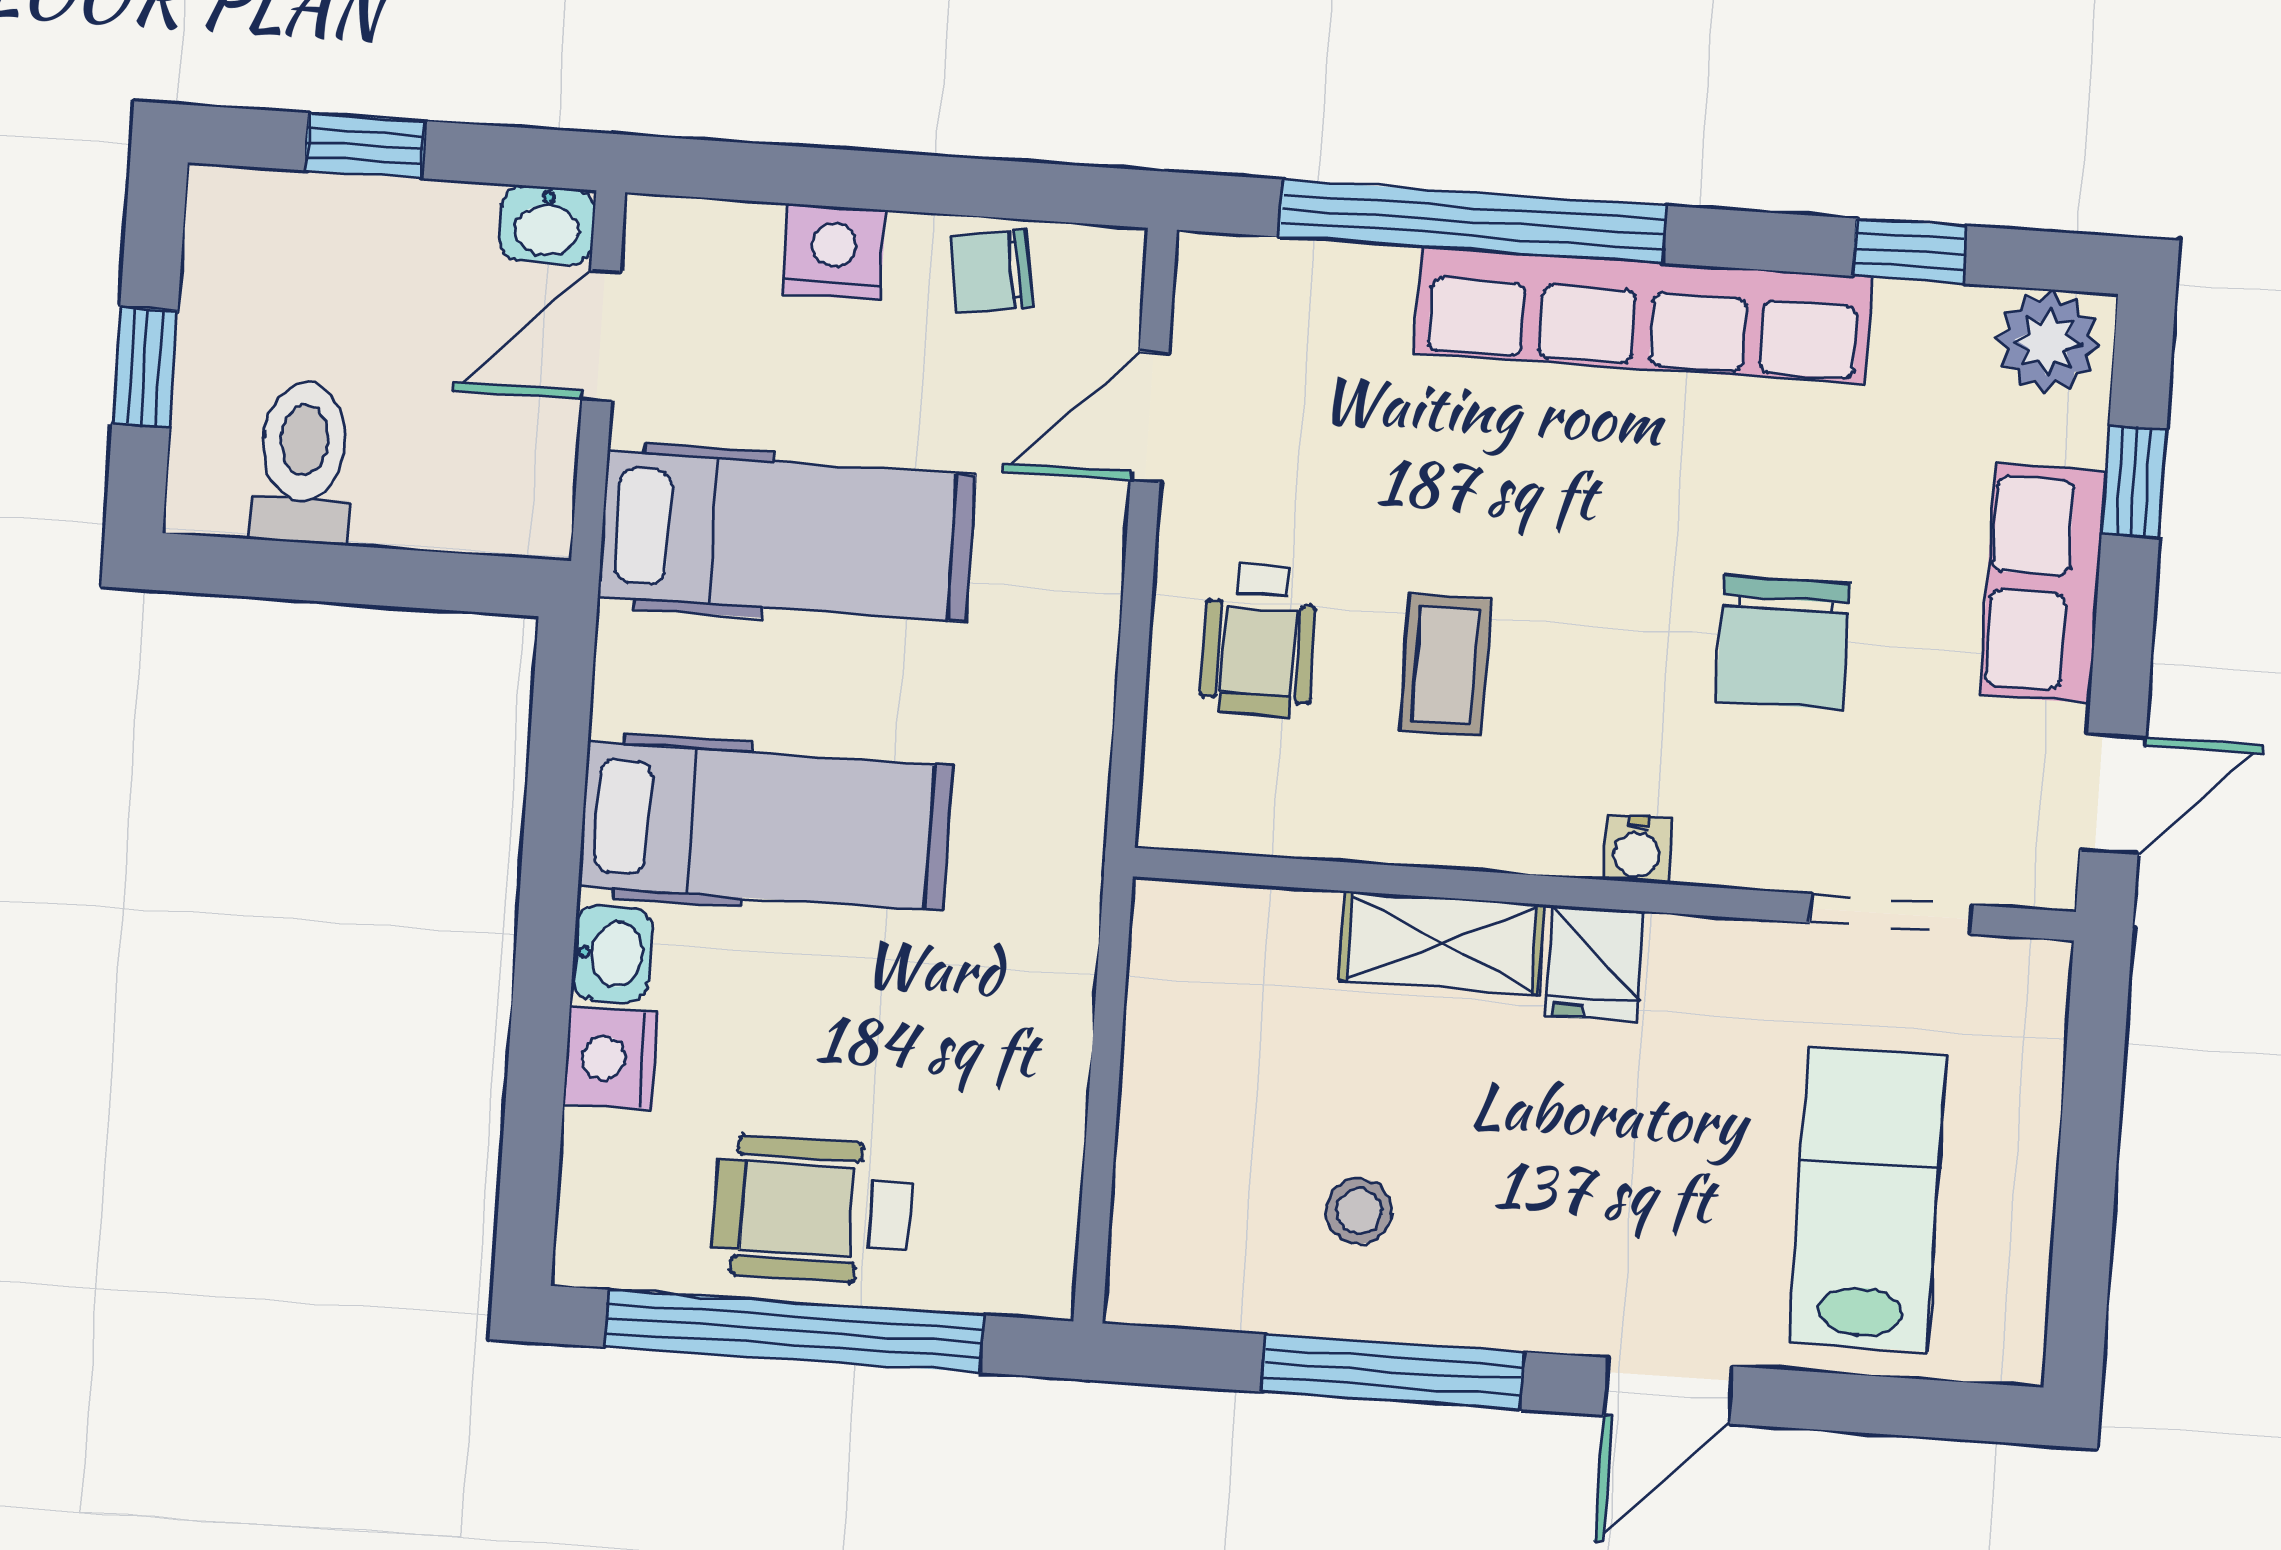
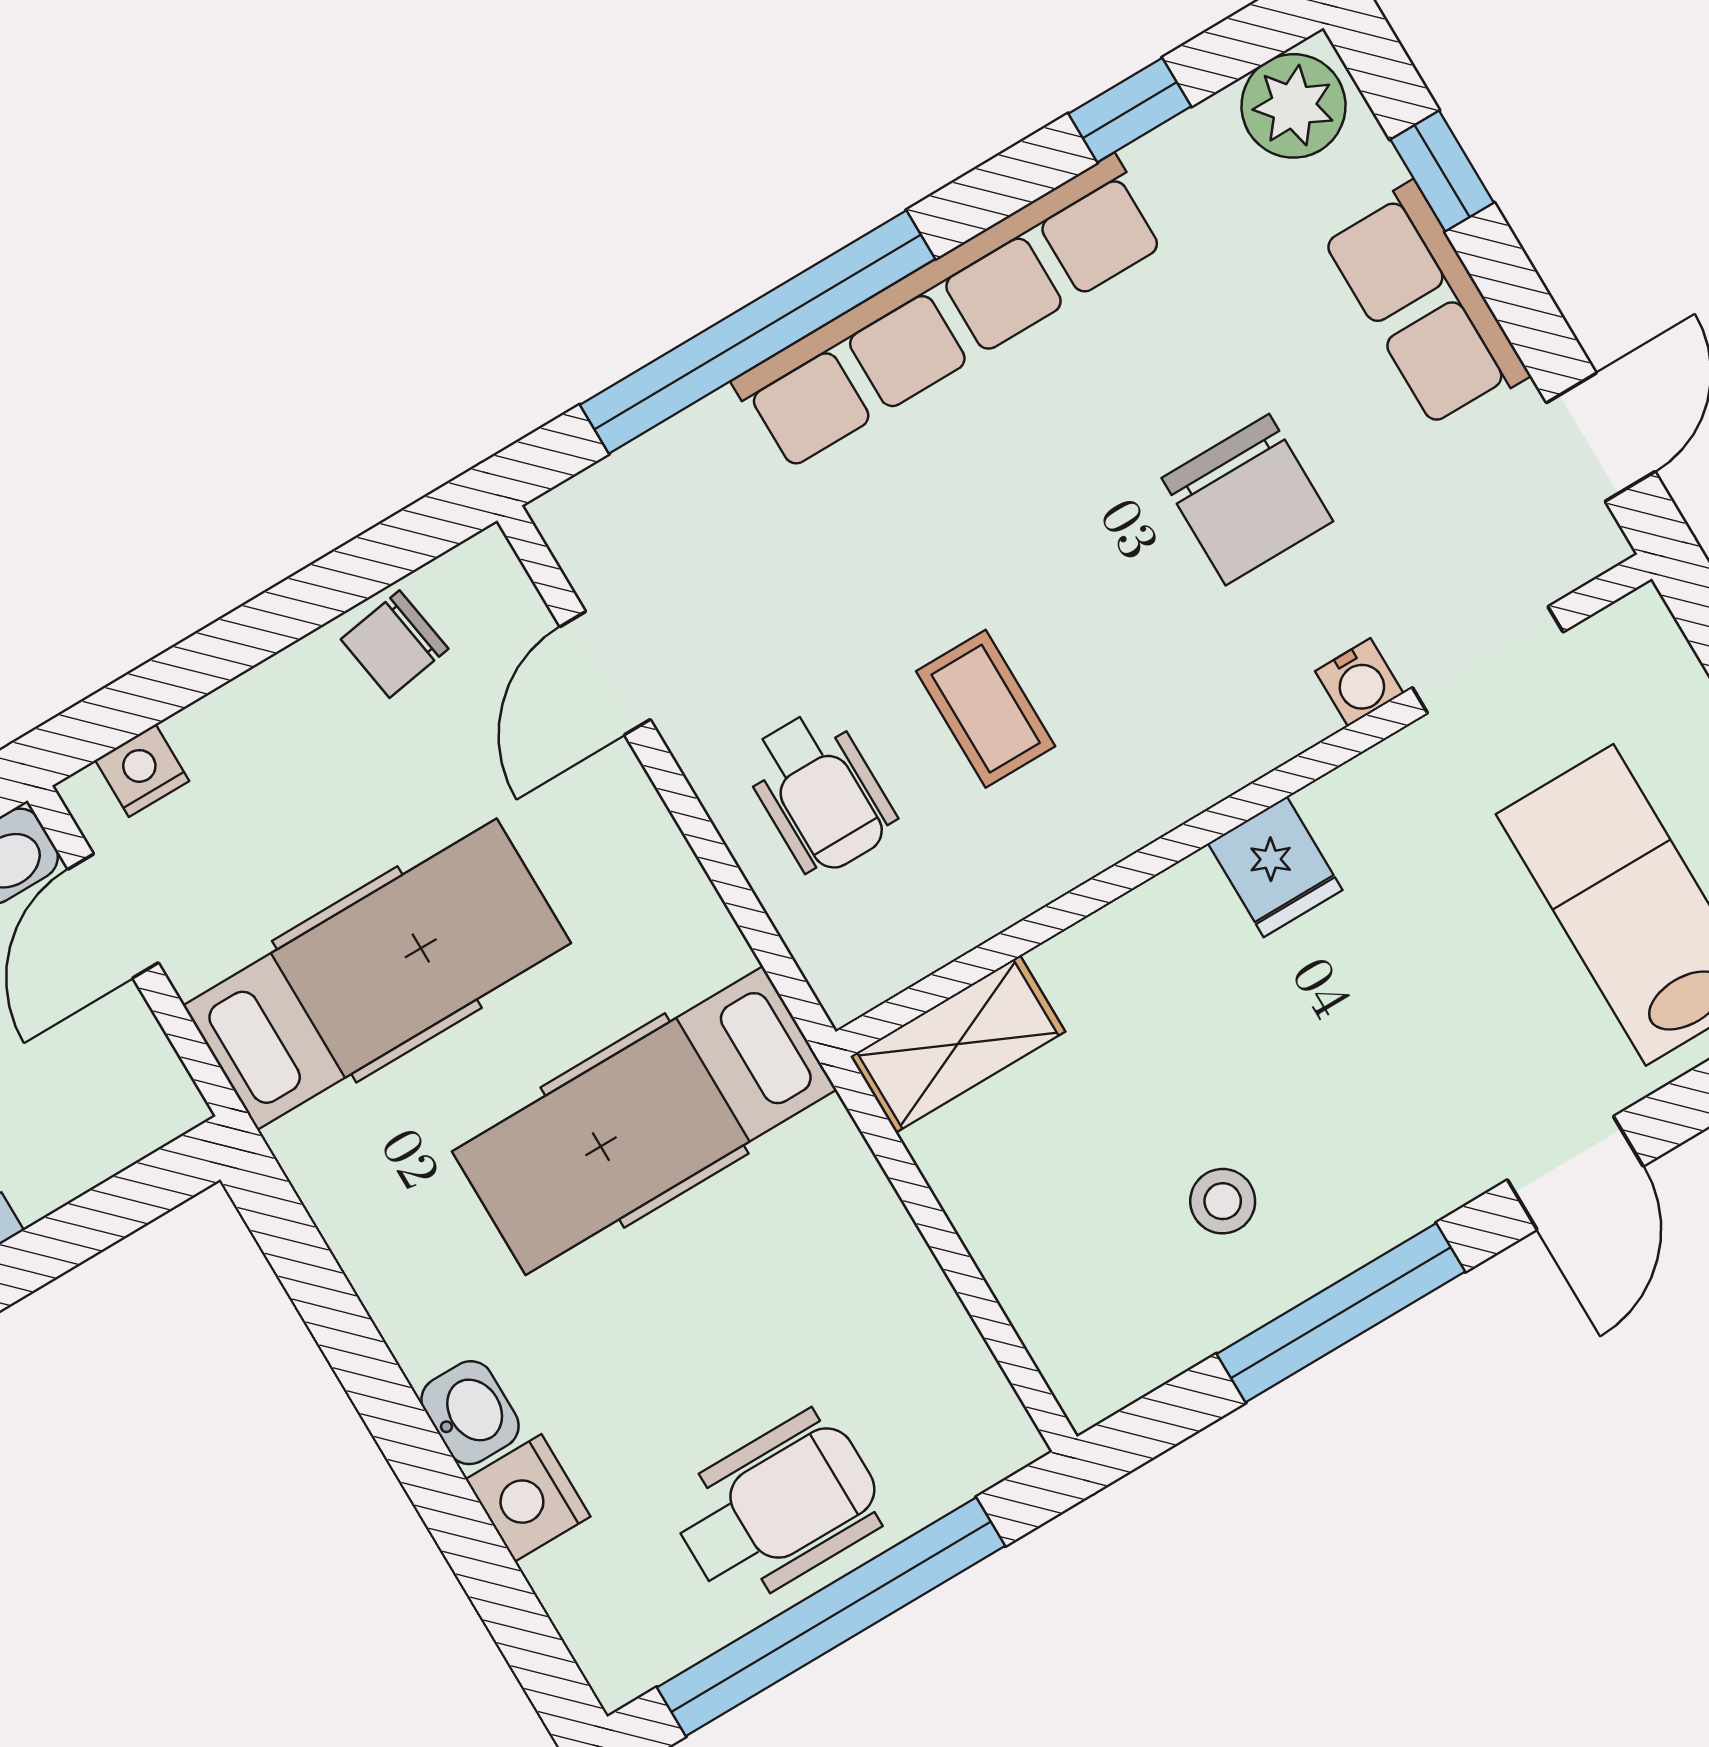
nightstand: (834, 252) -> (142, 770), moved, width x0.72, depth x0.74
hospital bed: (765, 826) -> (644, 1120), moved, turned 180
water cooler: (1637, 849) -> (1359, 682), moved
shelving: (1442, 943) -> (958, 1044), moved
wheelchair: (813, 1210) -> (777, 1508), turned 180

